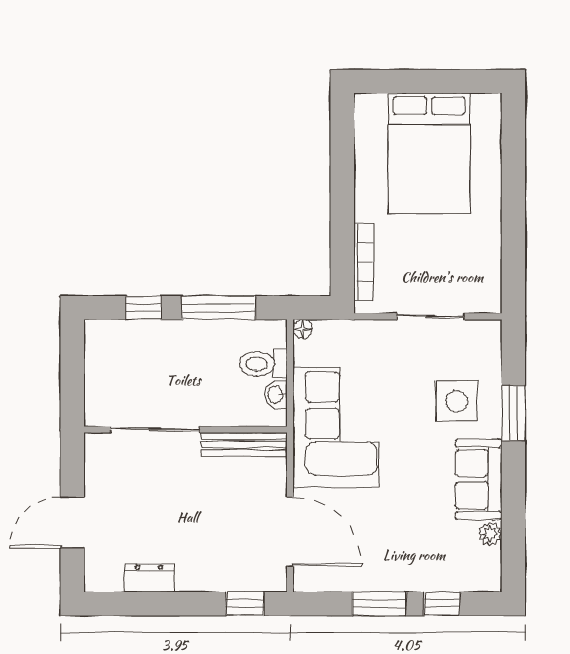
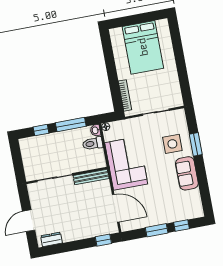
washbasin: (276, 395) -> (95, 130), moved
plant: (490, 534) -> (195, 194), removed
dresser: (149, 578) -> (51, 239), moved

